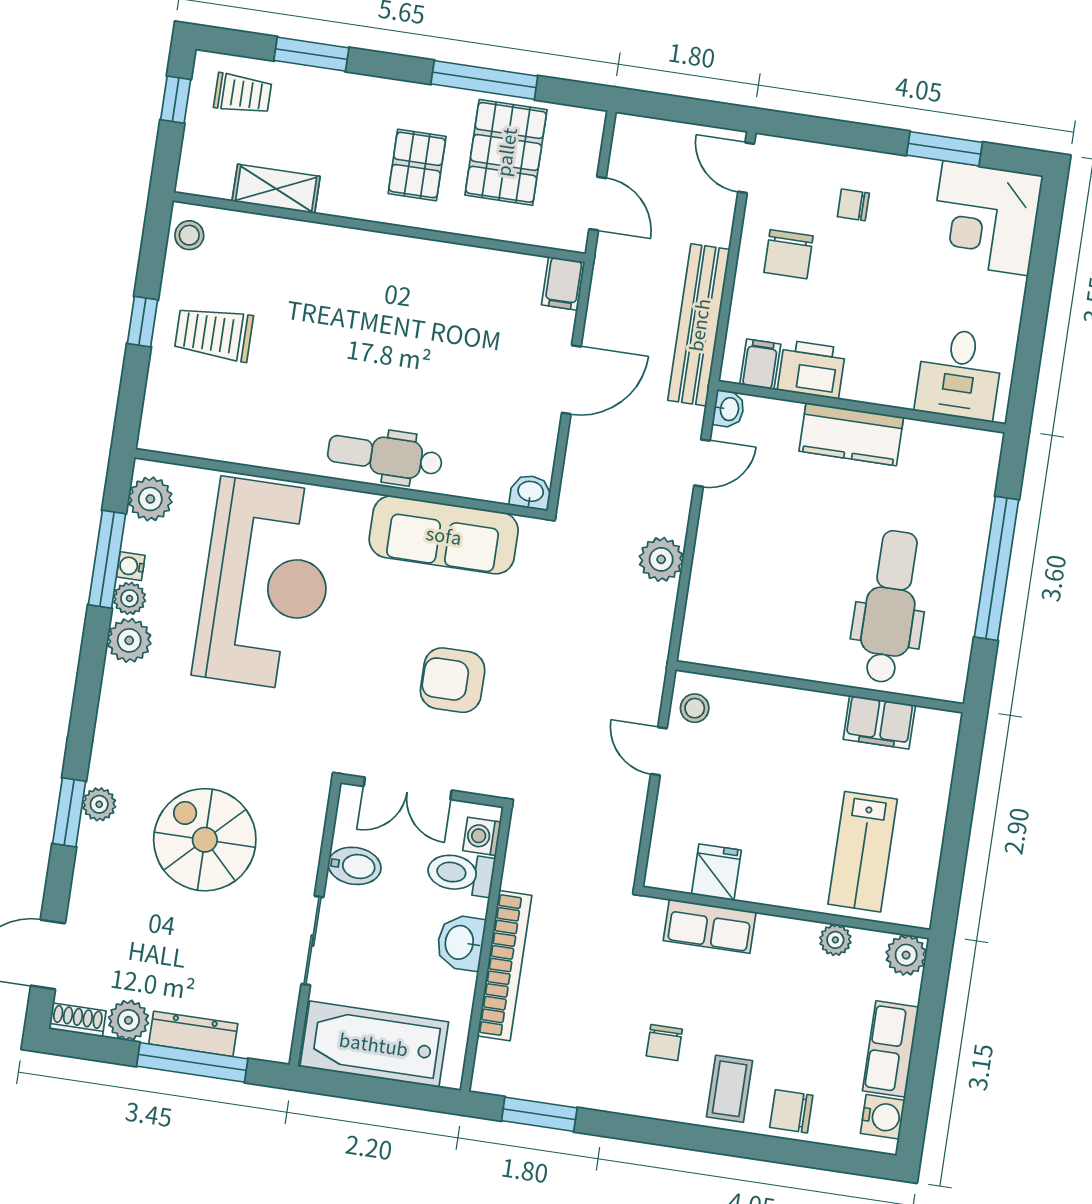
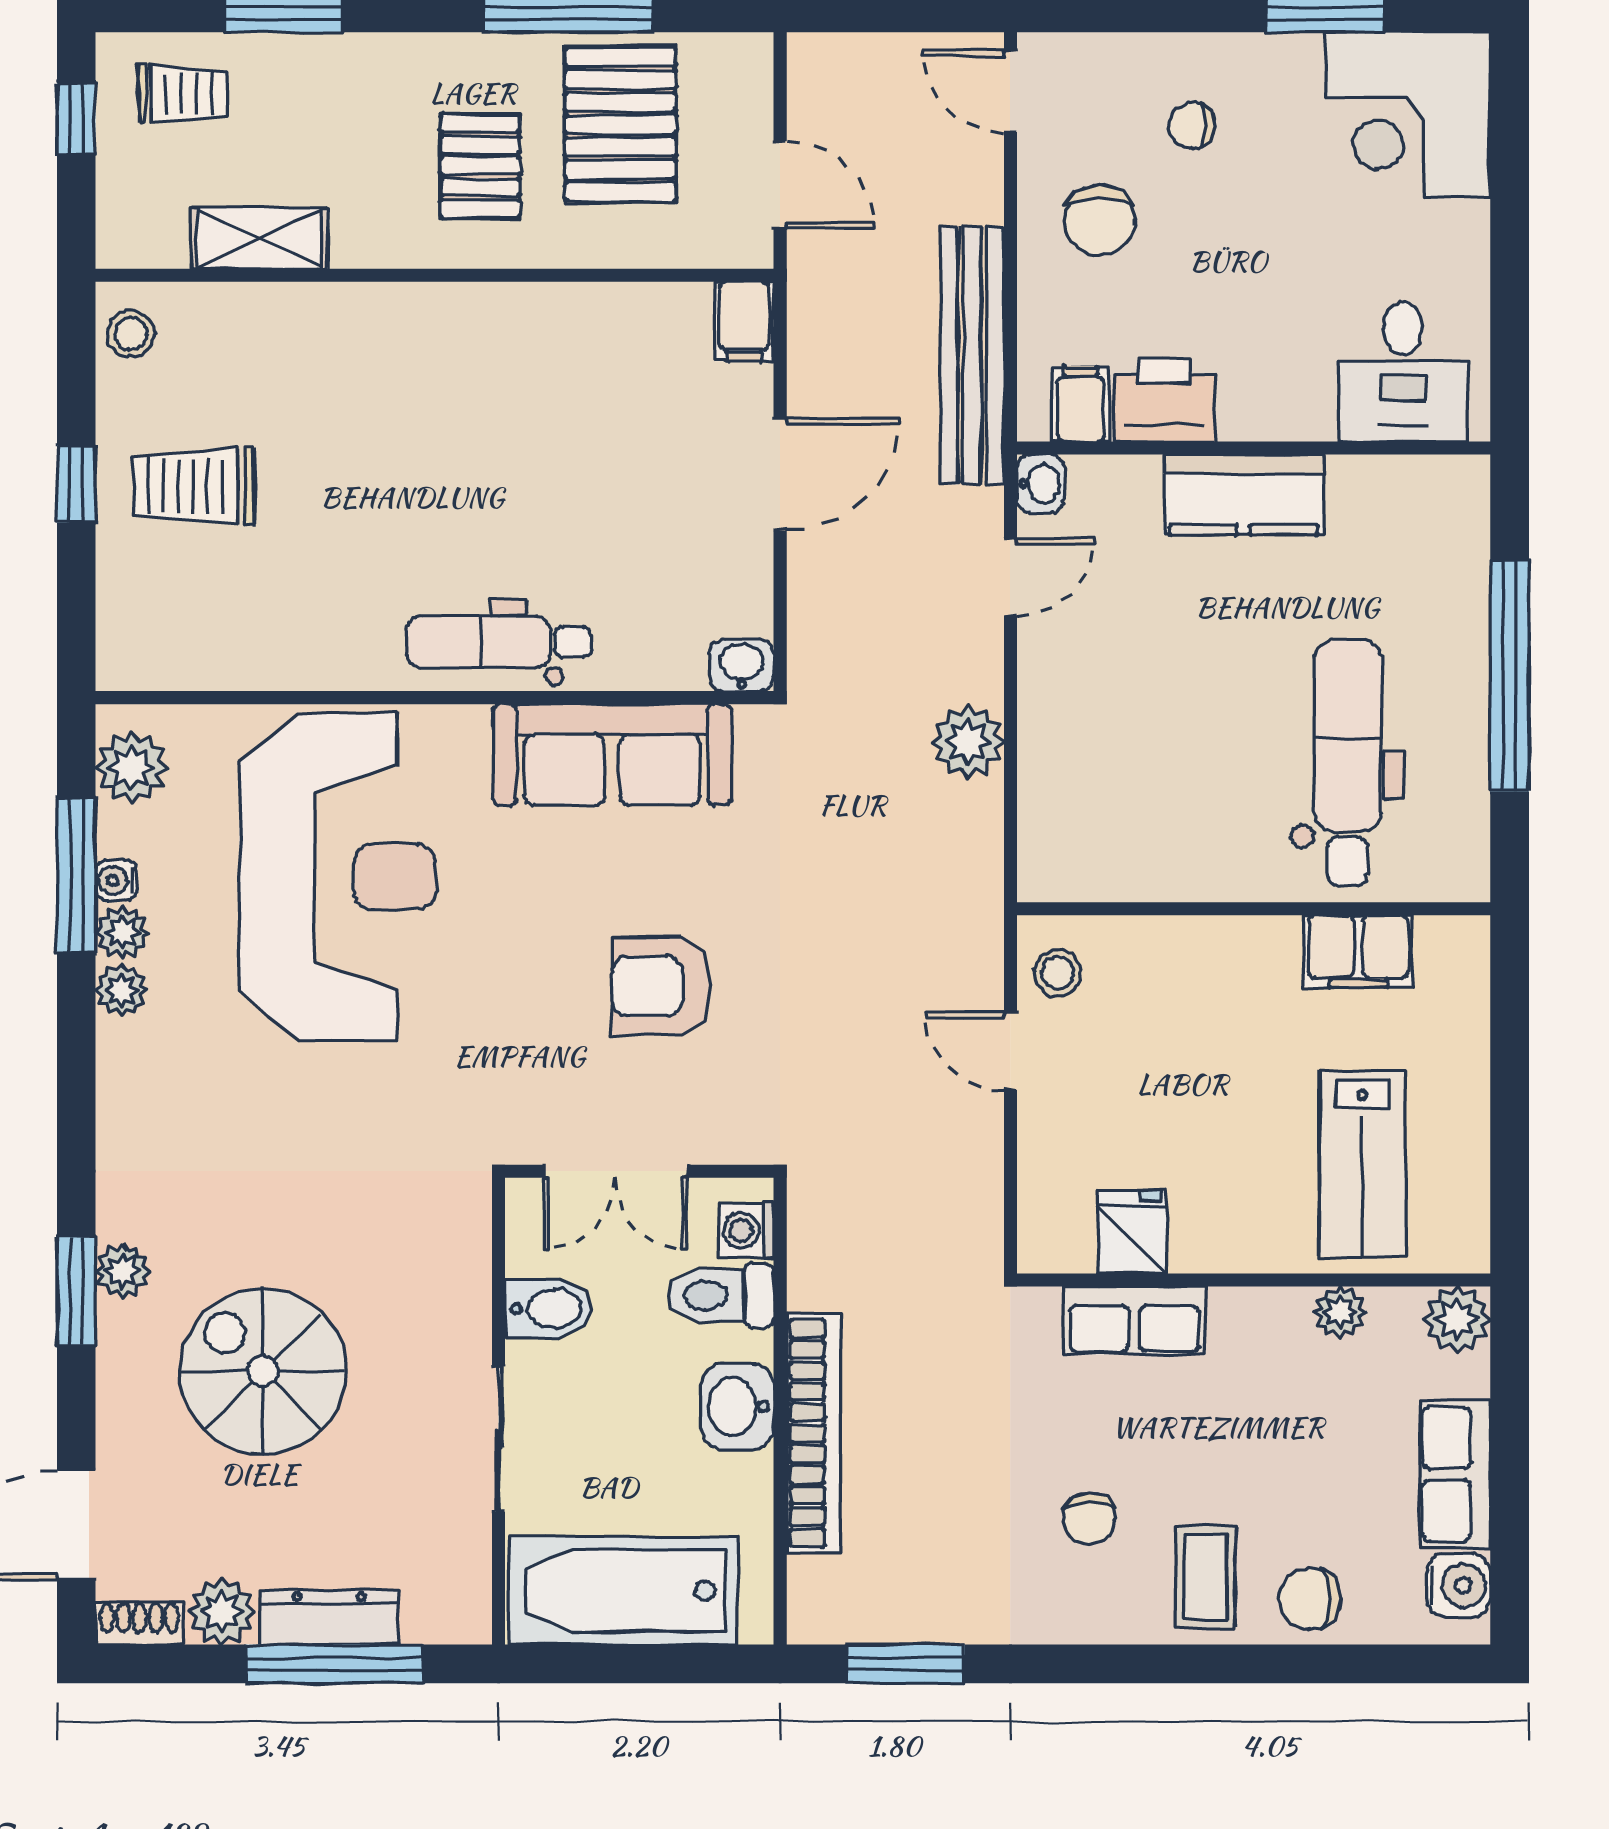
plant: (129, 640) -> (122, 990), width x0.73, depth x0.73
spiral stairs: (205, 840) -> (263, 1371), moved

